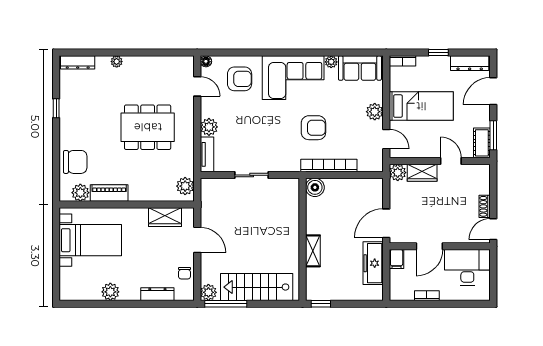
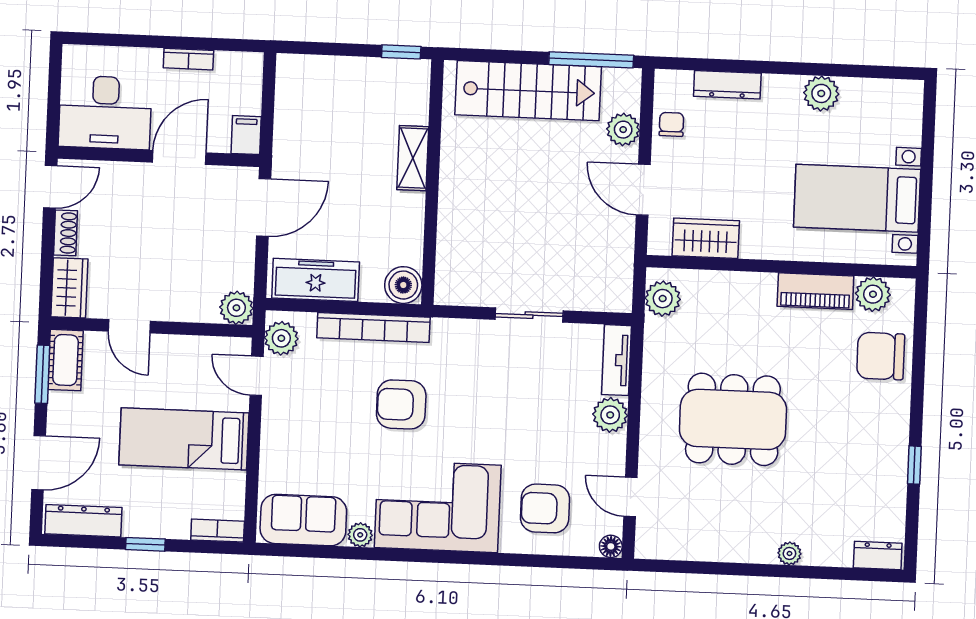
dresser: (78, 62) -> (878, 555), width x0.70
plant: (375, 112) -> (281, 338), moved
wardrobe: (422, 173) -> (69, 288), moved, turned 90
freezer: (373, 263) -> (316, 280), moved, turned -90
plant: (208, 292) -> (623, 130), moved

